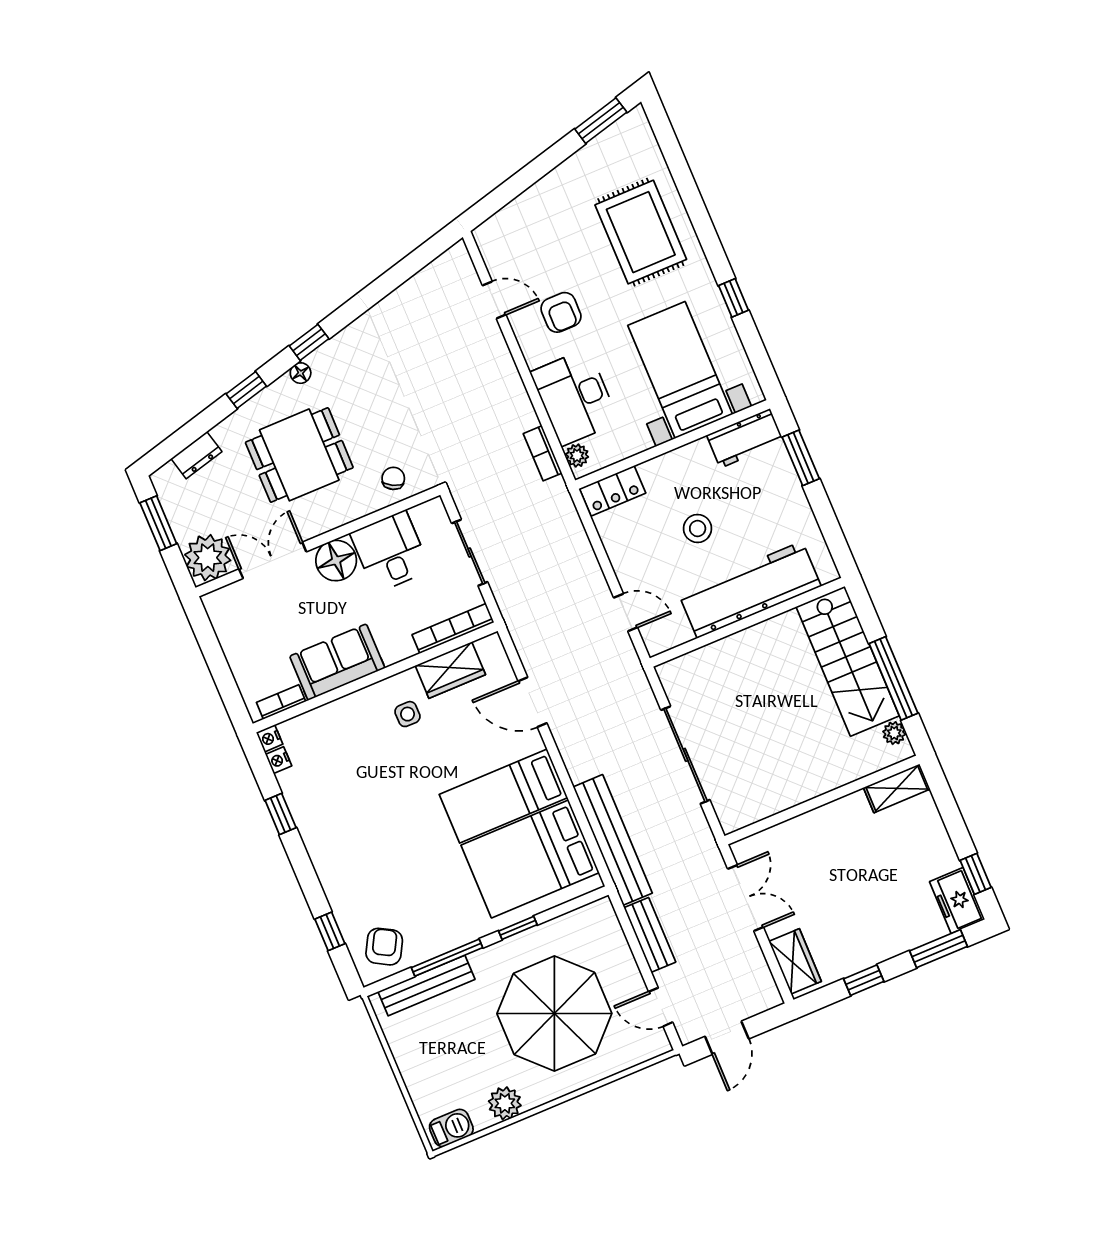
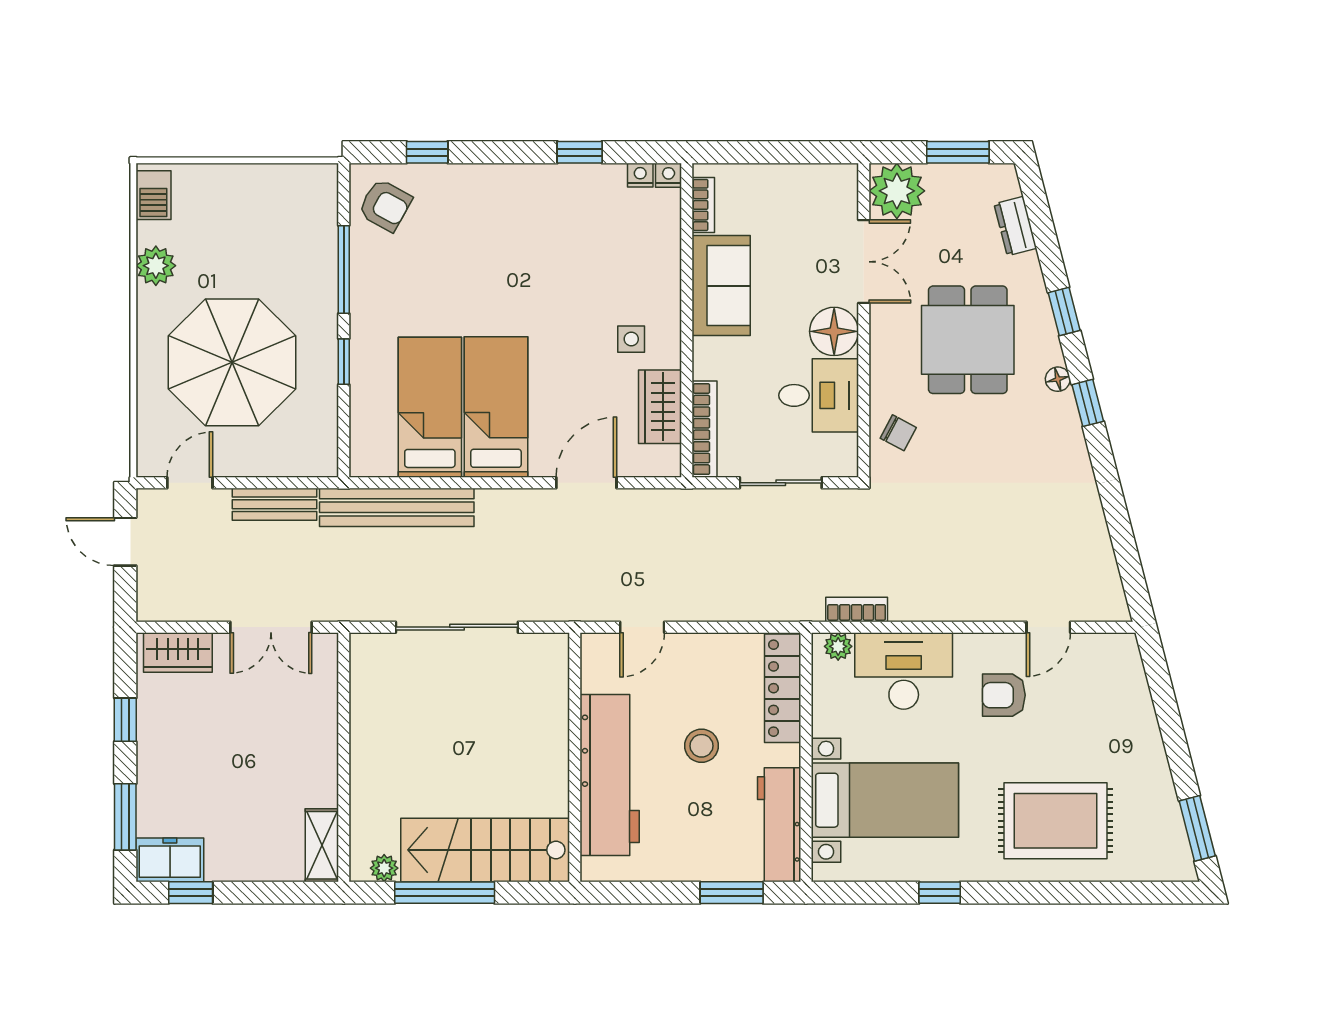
workbench: (745, 438) -> (779, 825), width x1.38
locker: (613, 491) -> (783, 688), width x1.53
bed: (530, 859) -> (430, 407), width x0.67
bench: (426, 985) -> (322, 234), removed

